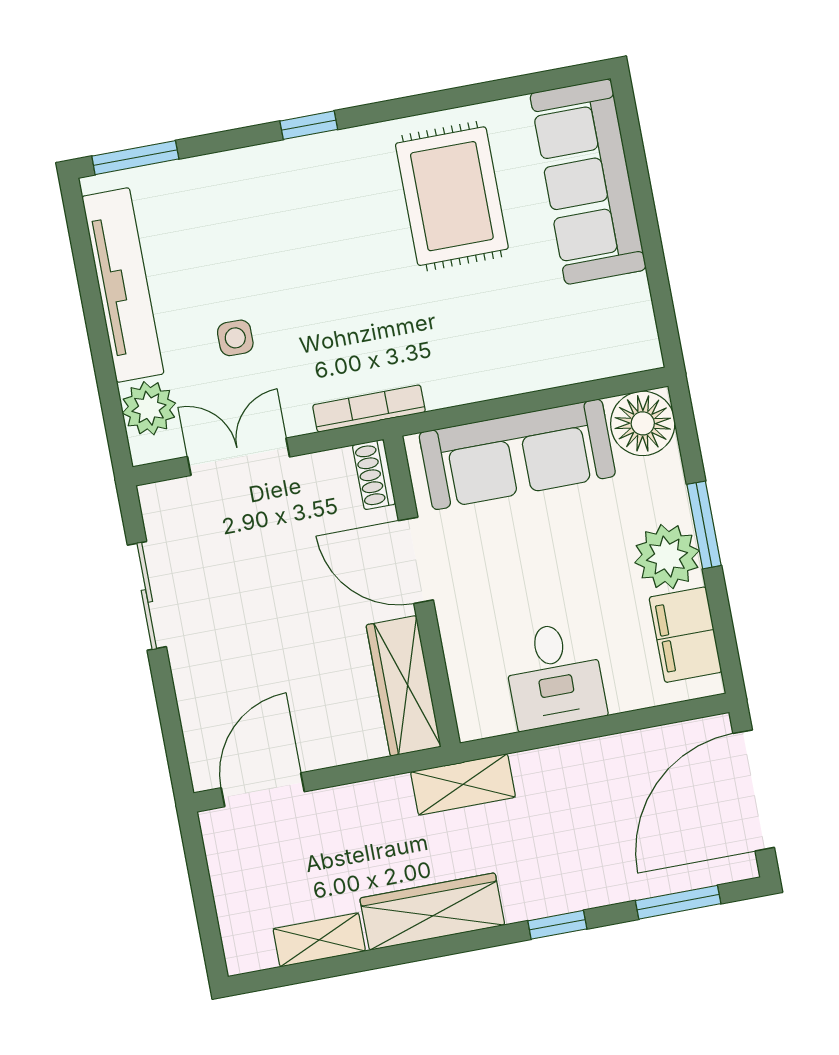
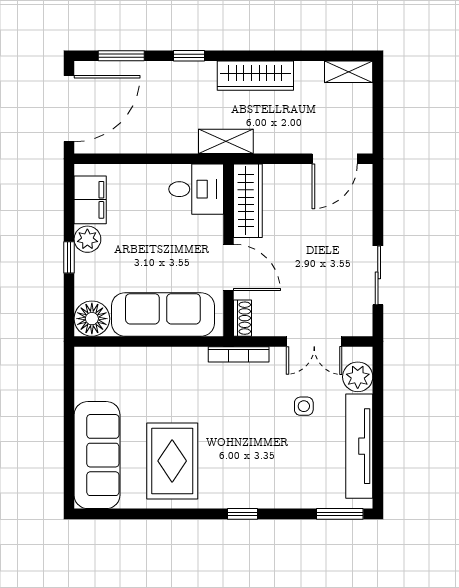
window: (704, 525) -> (69, 257), width x0.67
plant: (667, 557) -> (87, 239), width x0.73, depth x0.73
desk: (554, 675) -> (196, 189), moved, turned 90
shelving: (319, 940) -> (349, 72), moved

